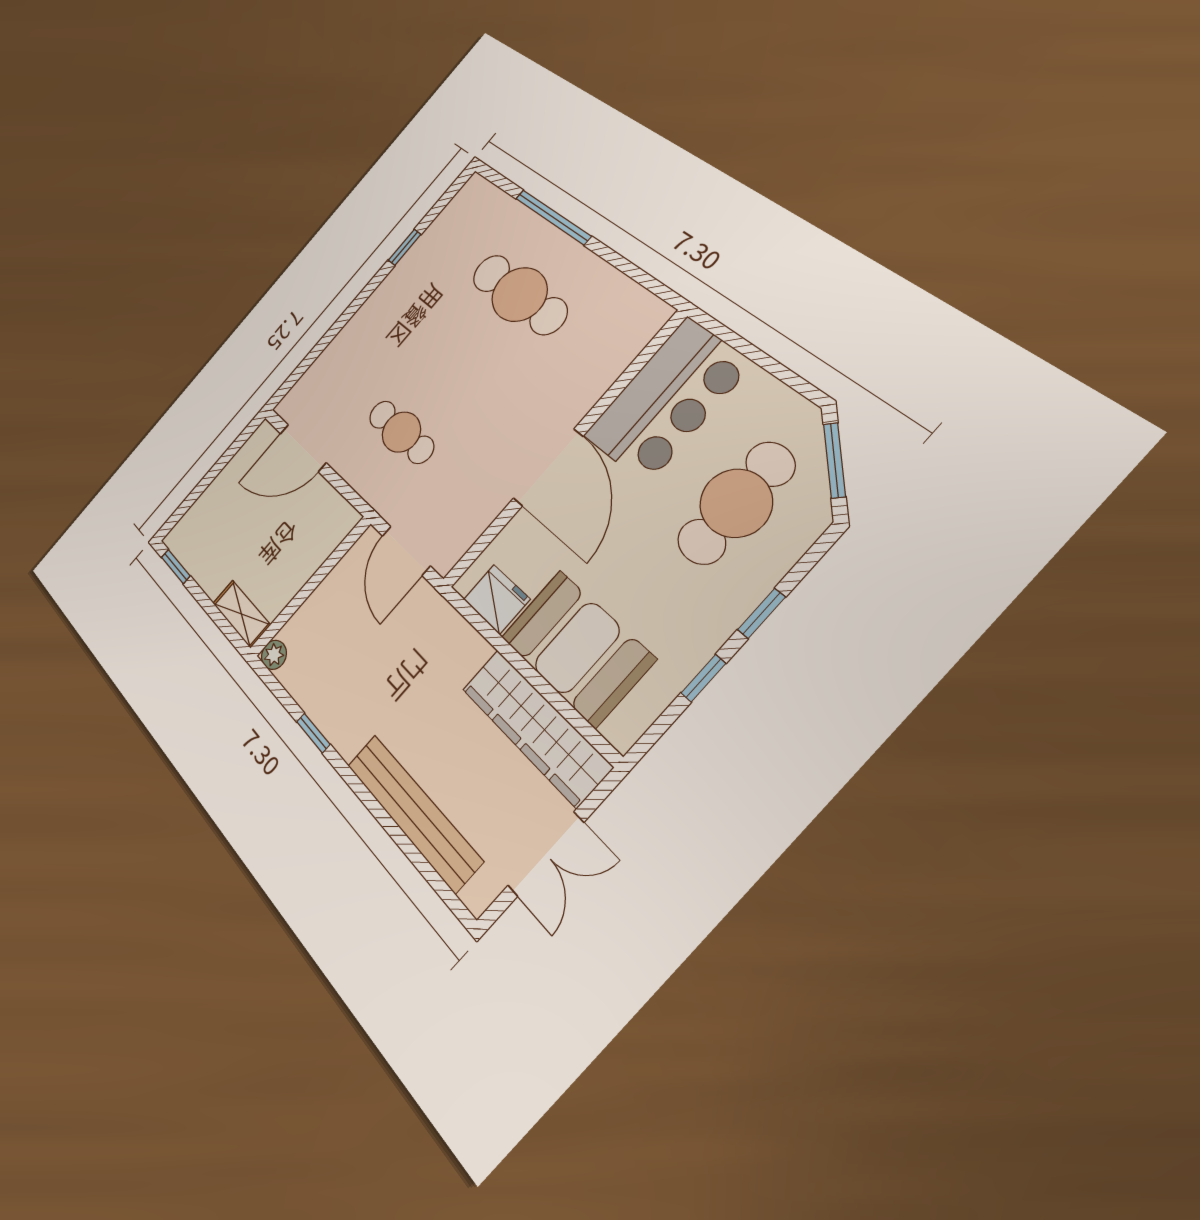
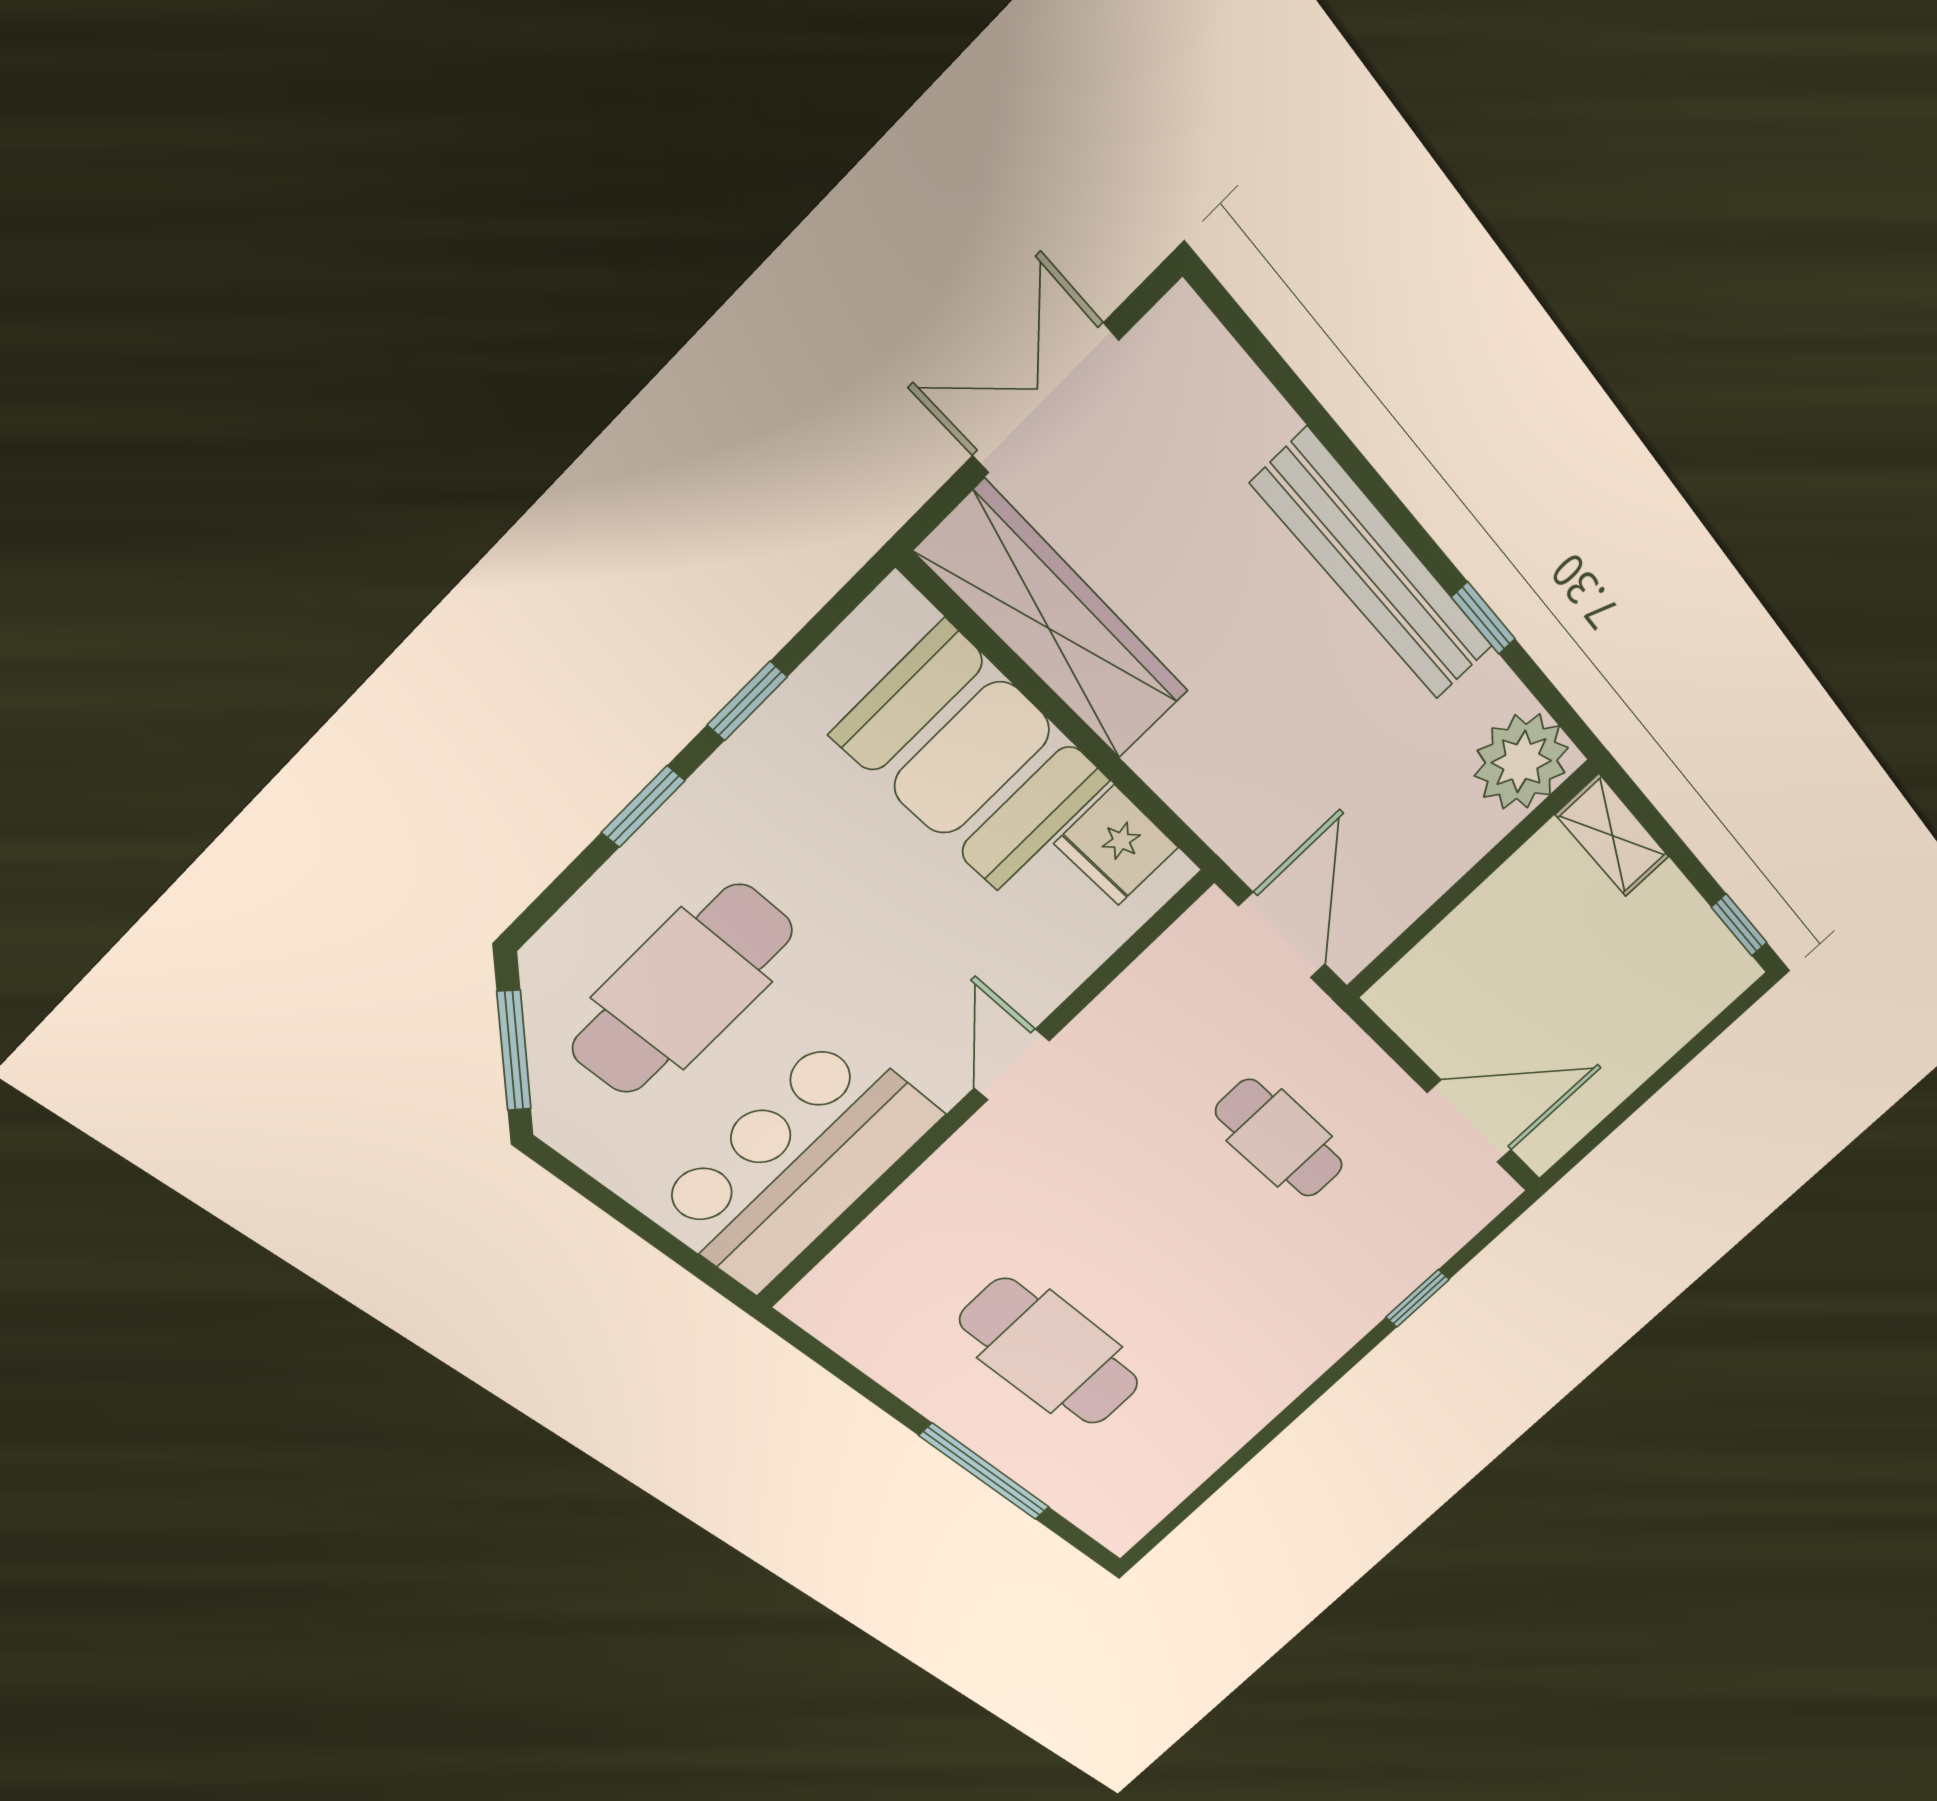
window: (405, 247) -> (1417, 1298), moved
door: (548, 467) -> (1012, 1064), width x0.53
plant: (274, 655) -> (1521, 762), width x1.88, depth x1.88
bench: (414, 812) -> (1374, 567), moved

